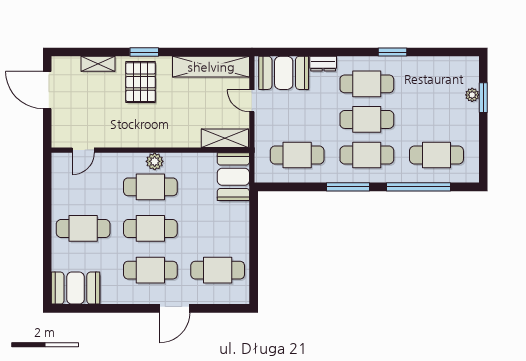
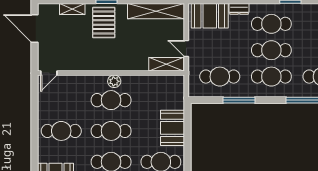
door: (252, 101) -> (186, 49), moved
door: (83, 150) -> (49, 73), moved
booth: (233, 177) -> (172, 128), moved
window: (348, 187) -> (239, 100), moved

